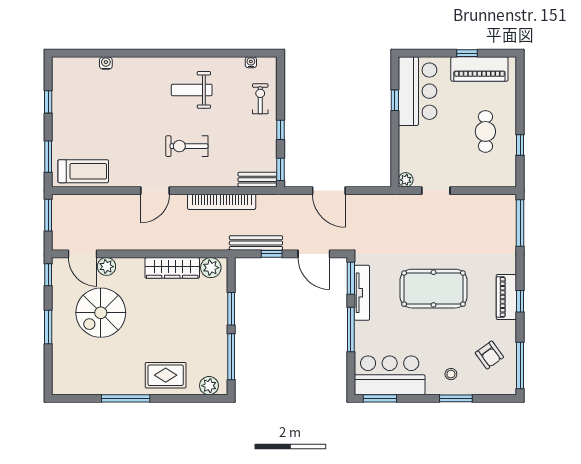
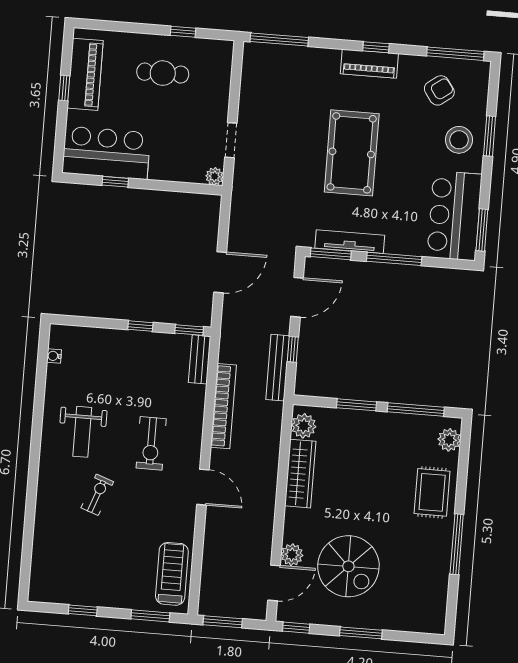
water cooler: (106, 63) -> (40, 535), removed
exercise bike: (260, 99) -> (97, 495), moved, turned 110
stool: (451, 374) -> (459, 140), width x1.89, depth x1.89

